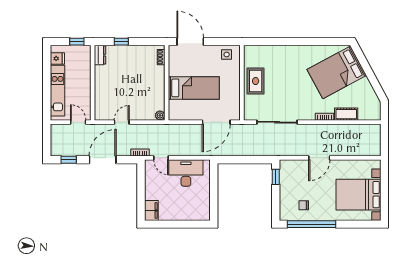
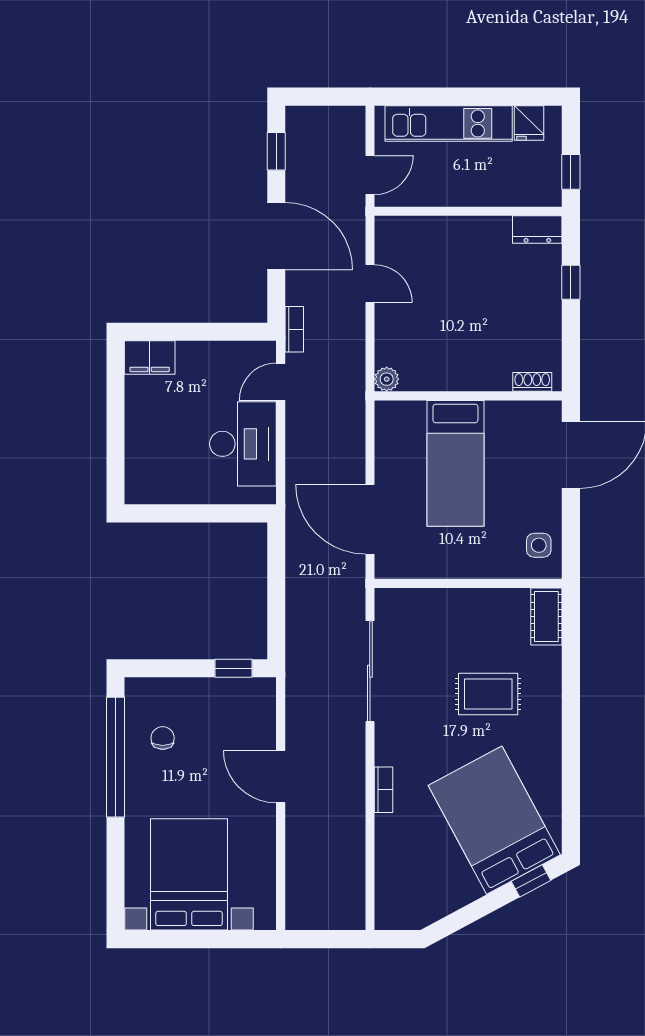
window: (361, 58) -> (531, 881), added
rug: (256, 81) -> (488, 694), moved
cot: (346, 114) -> (546, 616), moved

